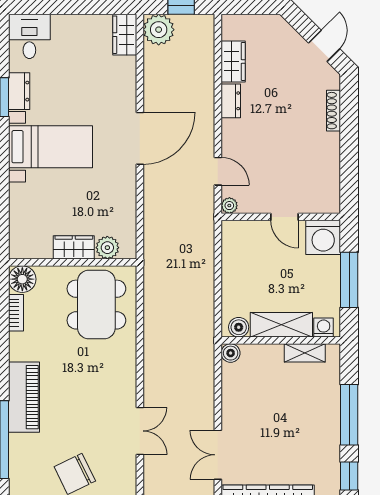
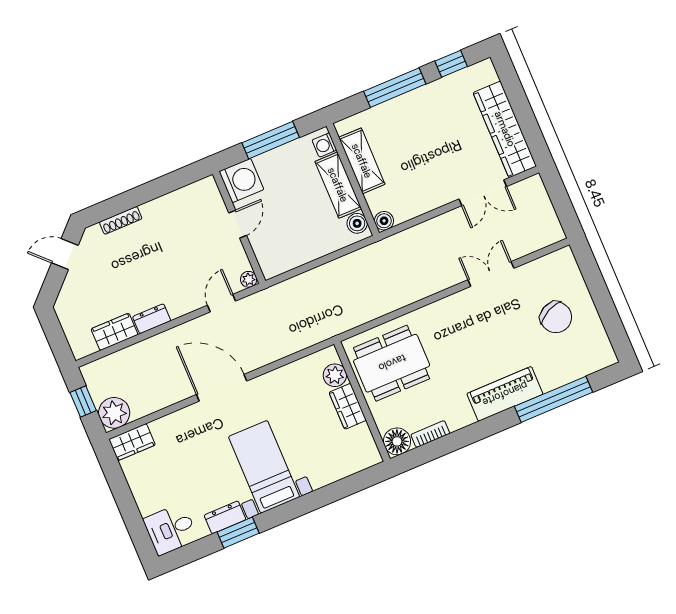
shelving: (305, 353) -> (362, 161), width x1.50, depth x1.33

